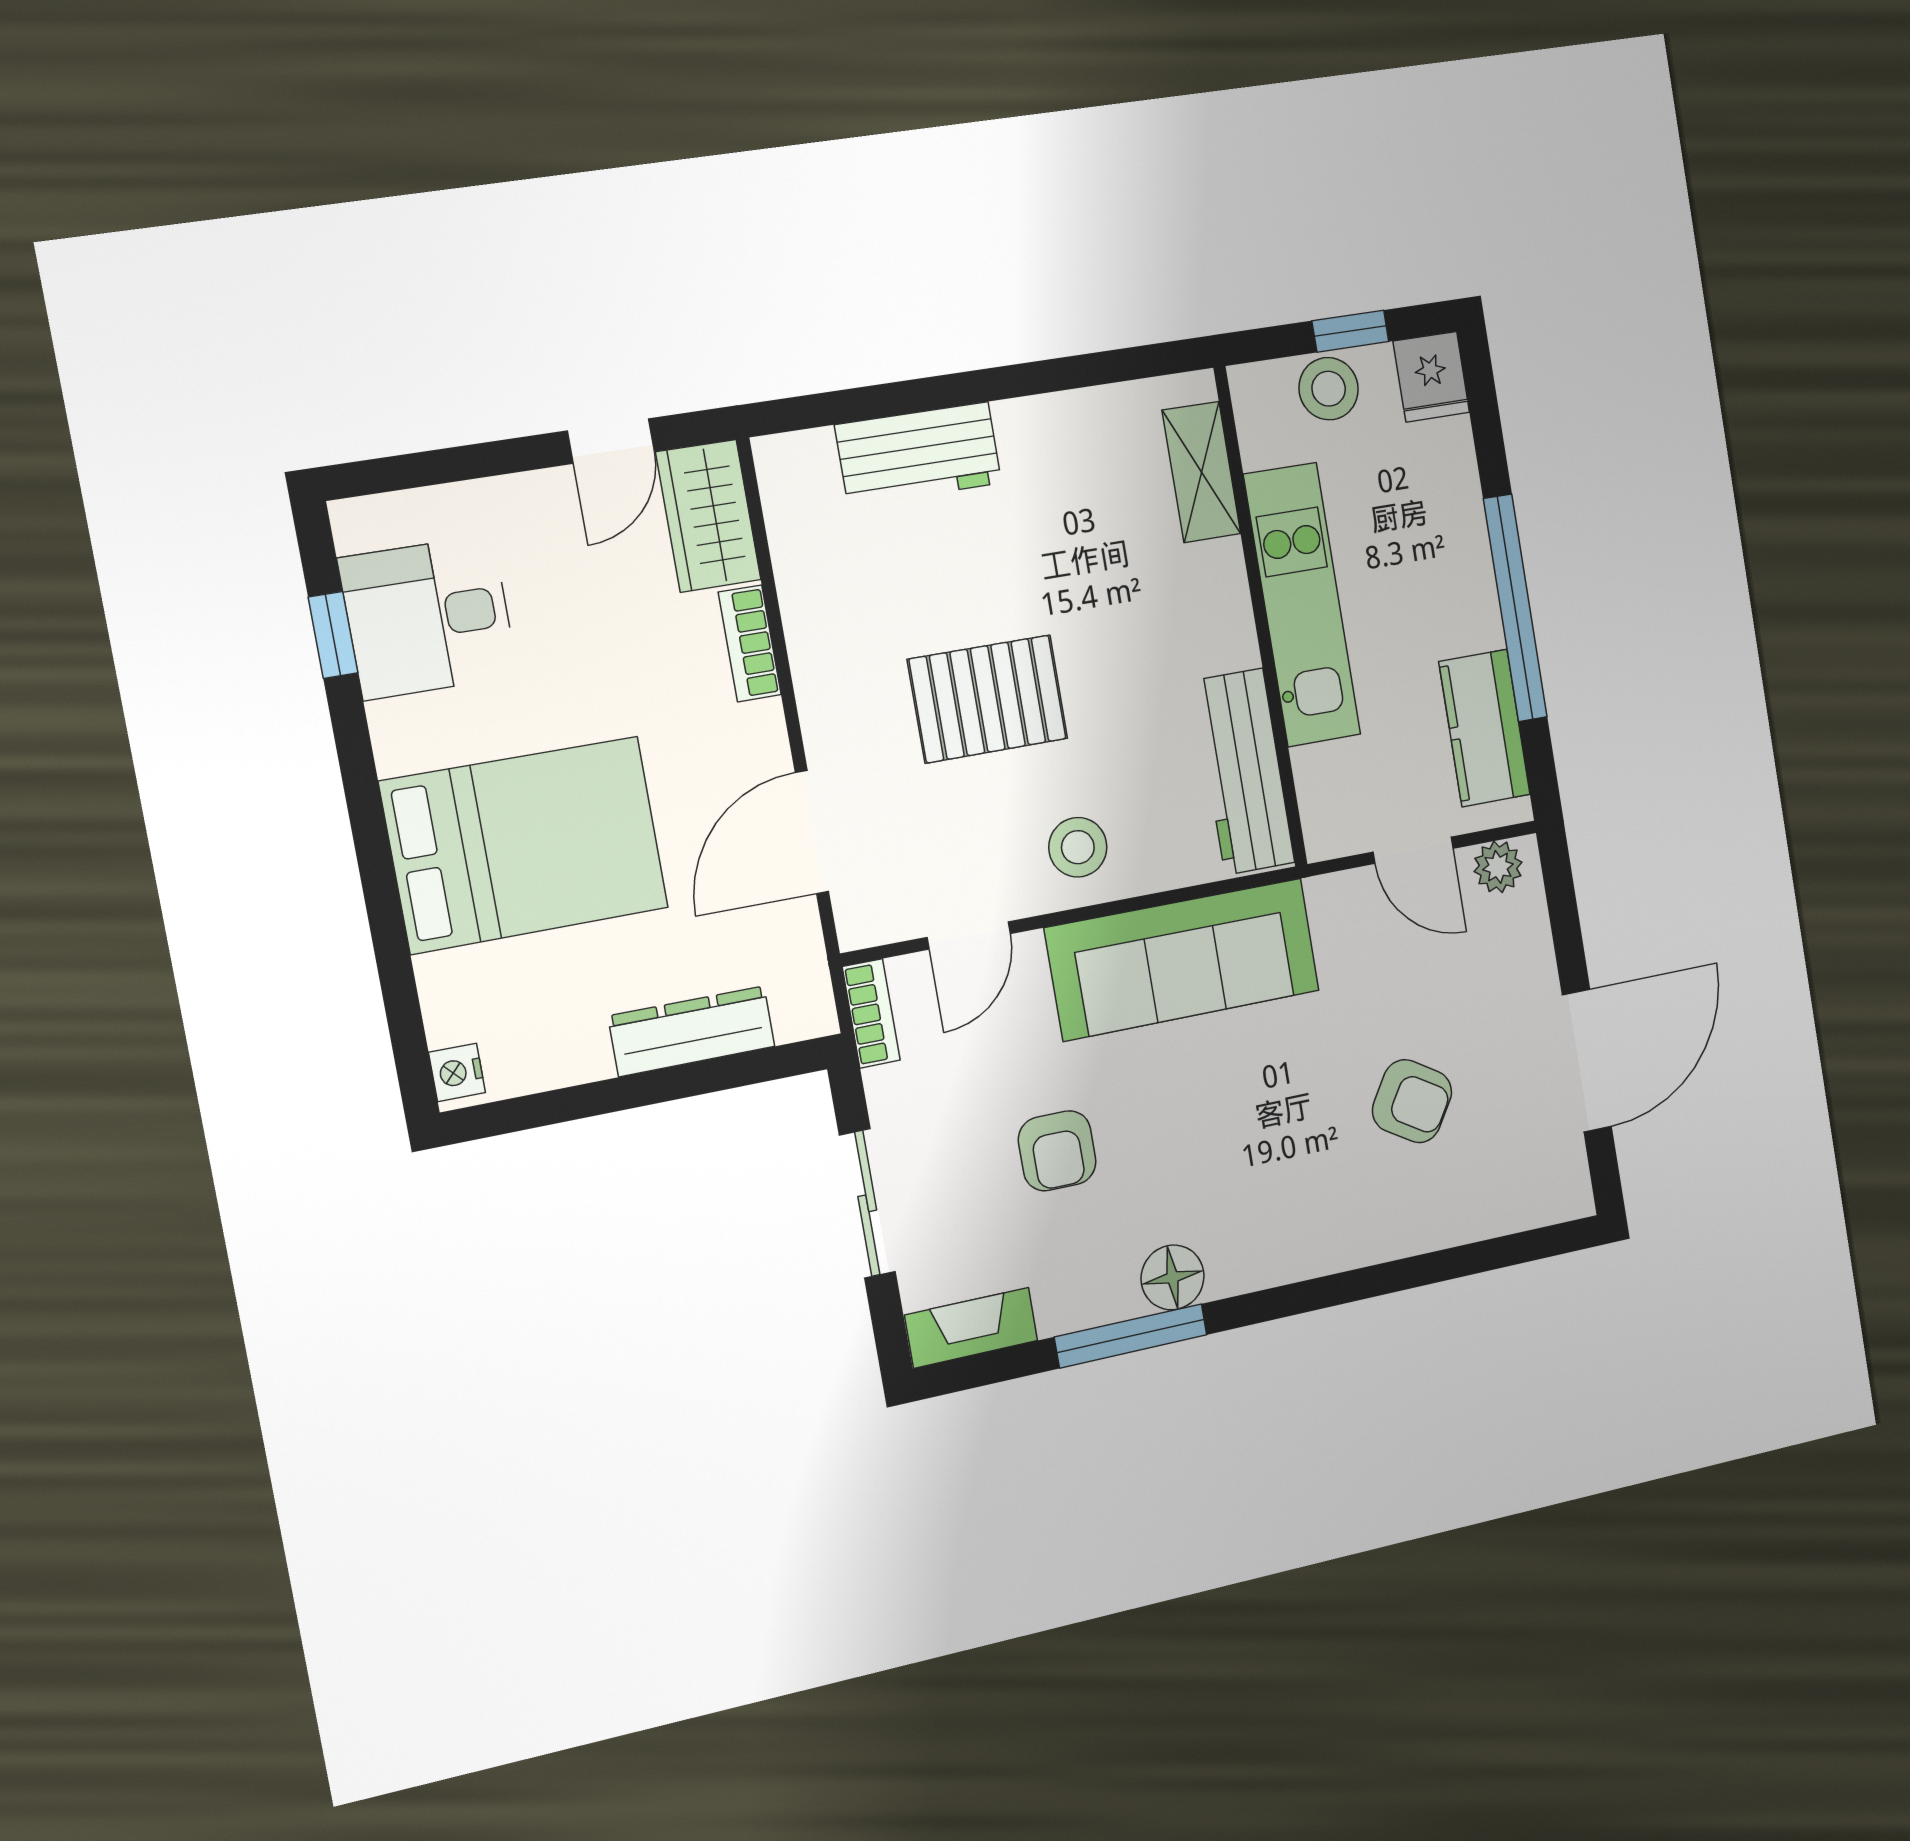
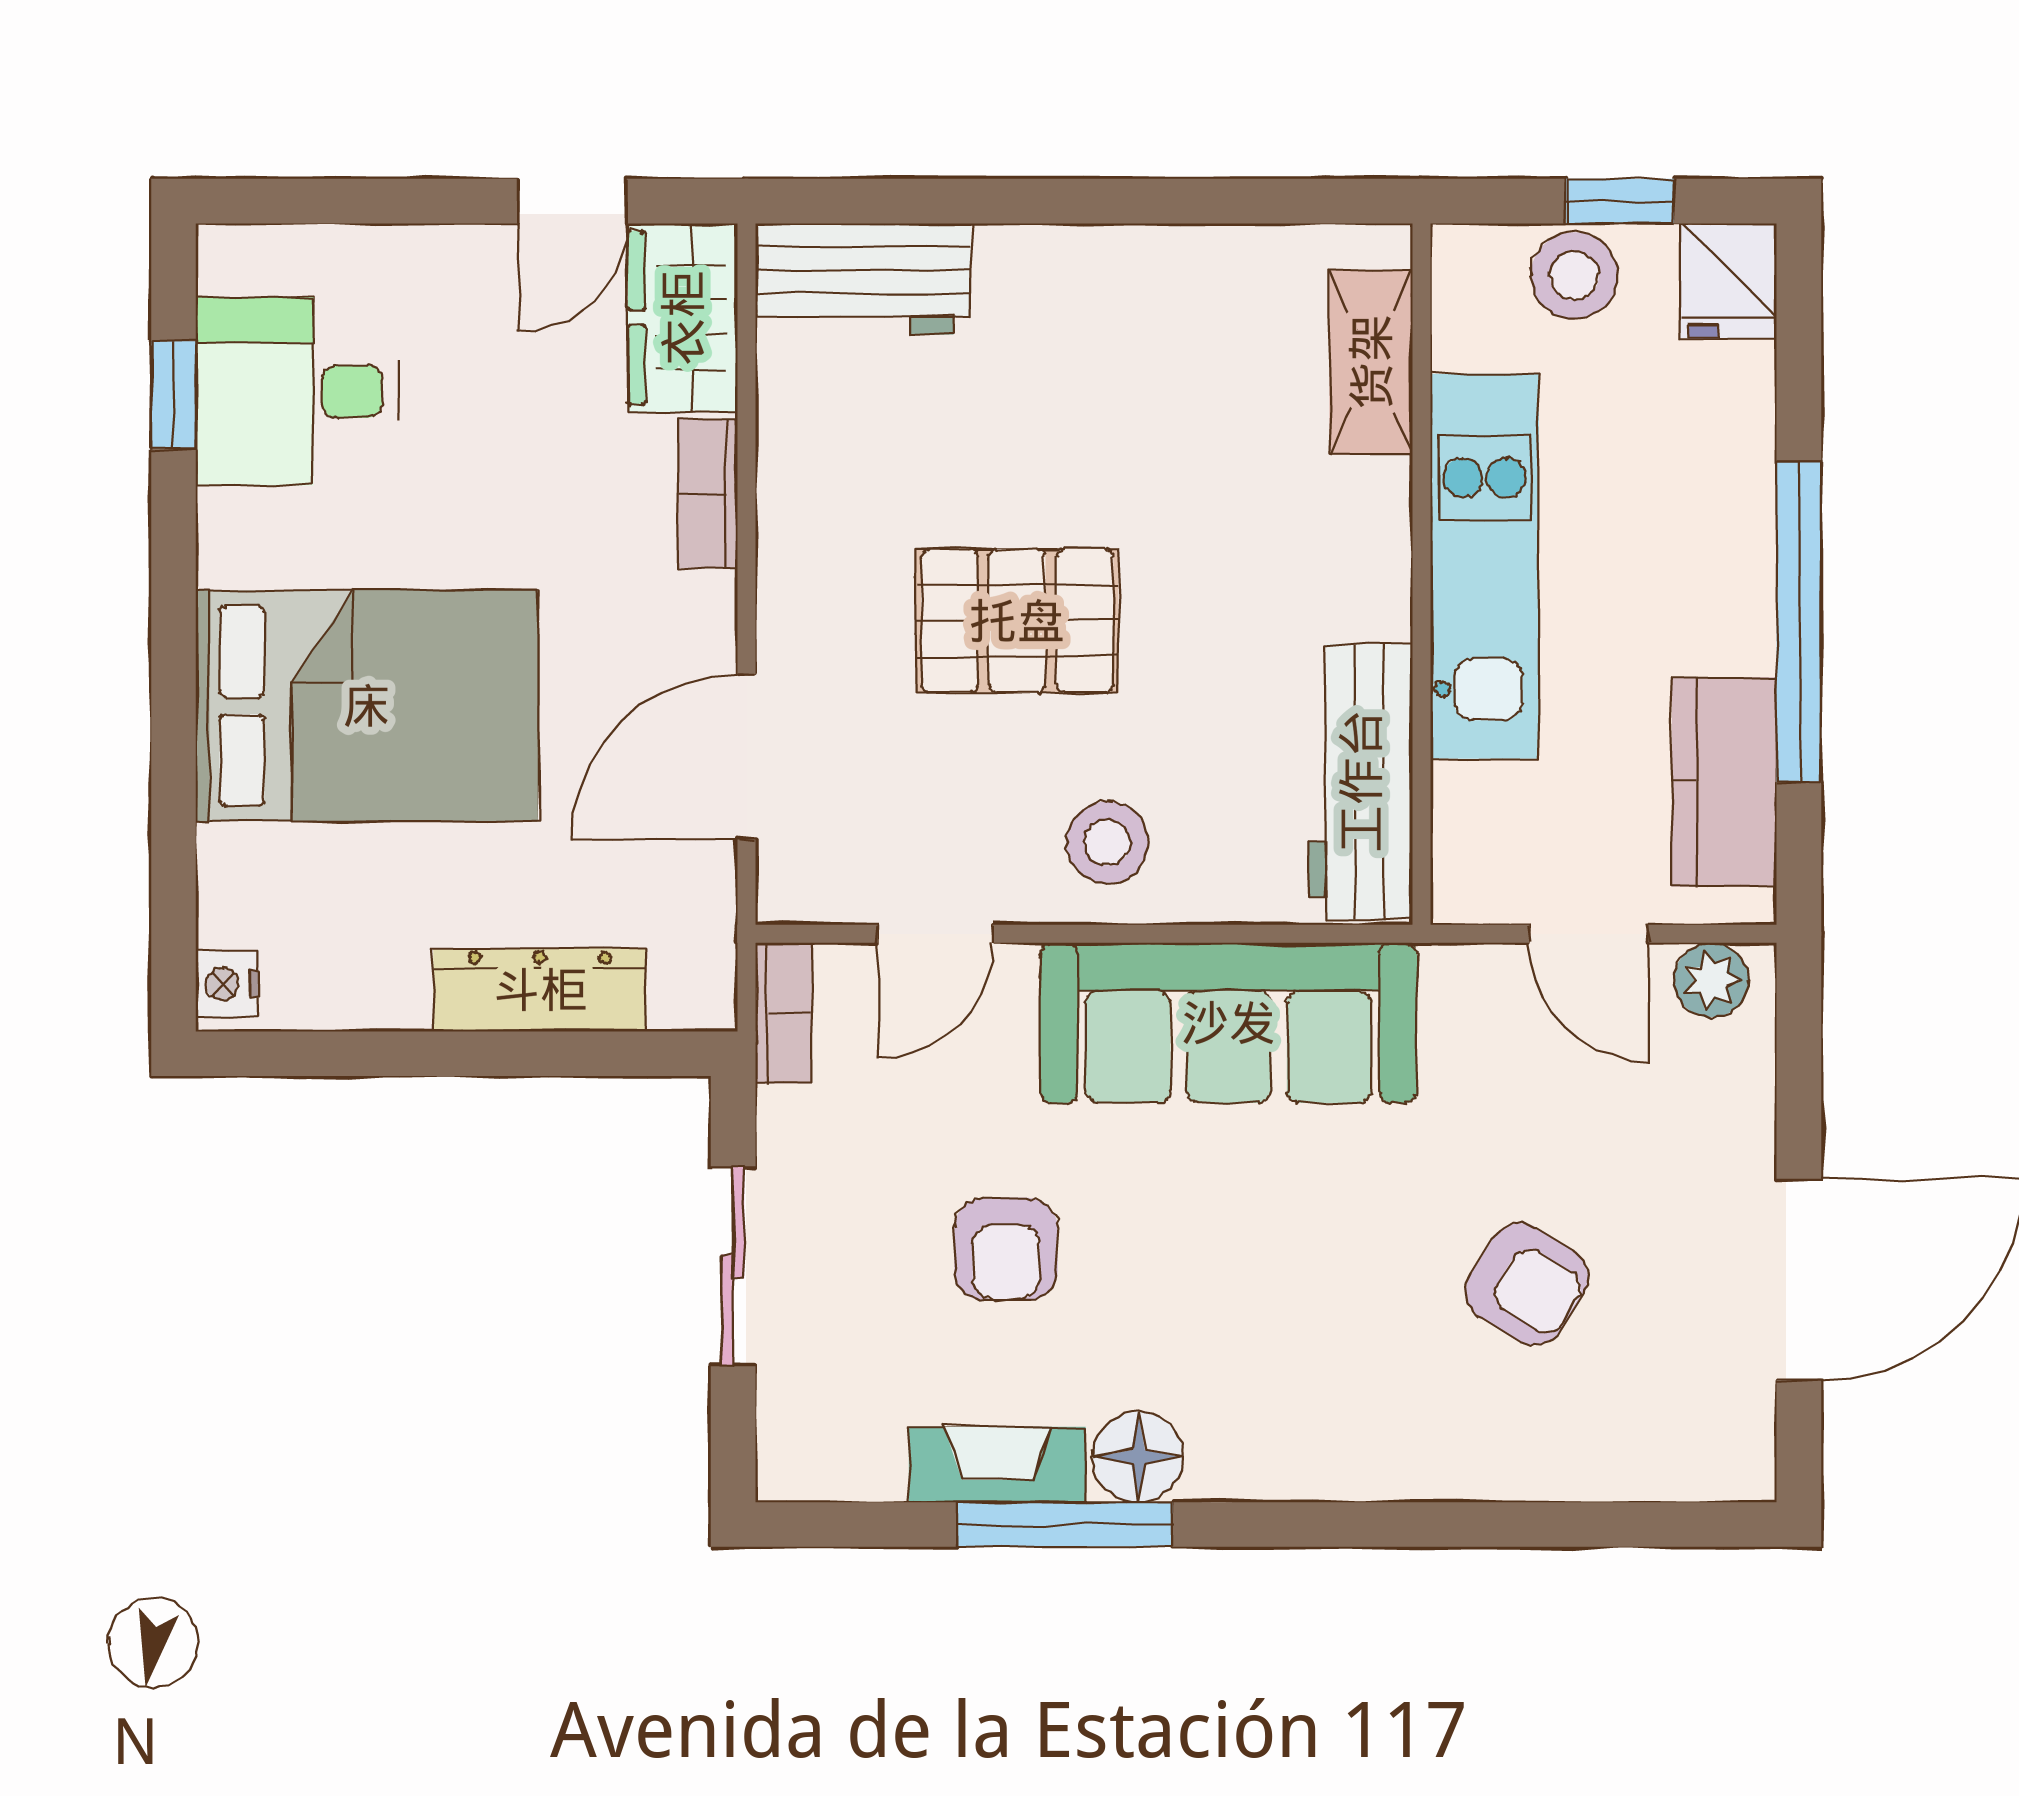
workbench: (918, 454) -> (863, 279), moved
fireplace: (971, 1328) -> (997, 1465), moved

